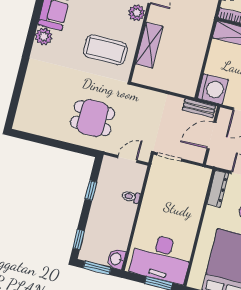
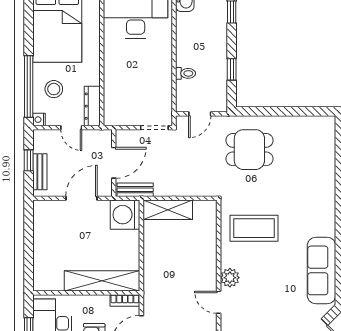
plant: (44, 36) -> (326, 226), removed
shelving: (149, 45) -> (168, 210), moved, turned 90

